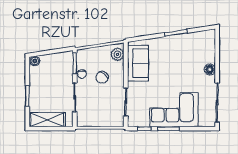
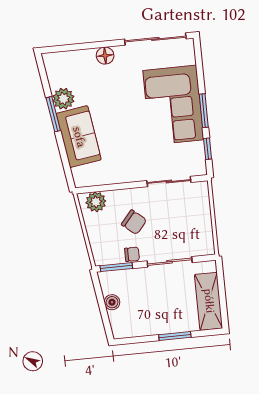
plant: (185, 40) -> (63, 99), added
boiler: (35, 61) -> (112, 302), moved
sofa: (138, 63) -> (79, 137), moved, turned 81

